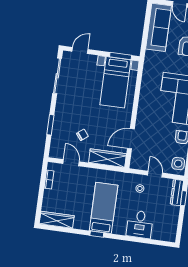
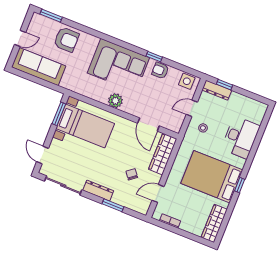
plant: (145, 104) -> (115, 101), added
dresser: (60, 108) -> (98, 191), added
bed: (104, 208) -> (212, 177), width x1.50
desk: (140, 224) -> (241, 137), width x1.37

